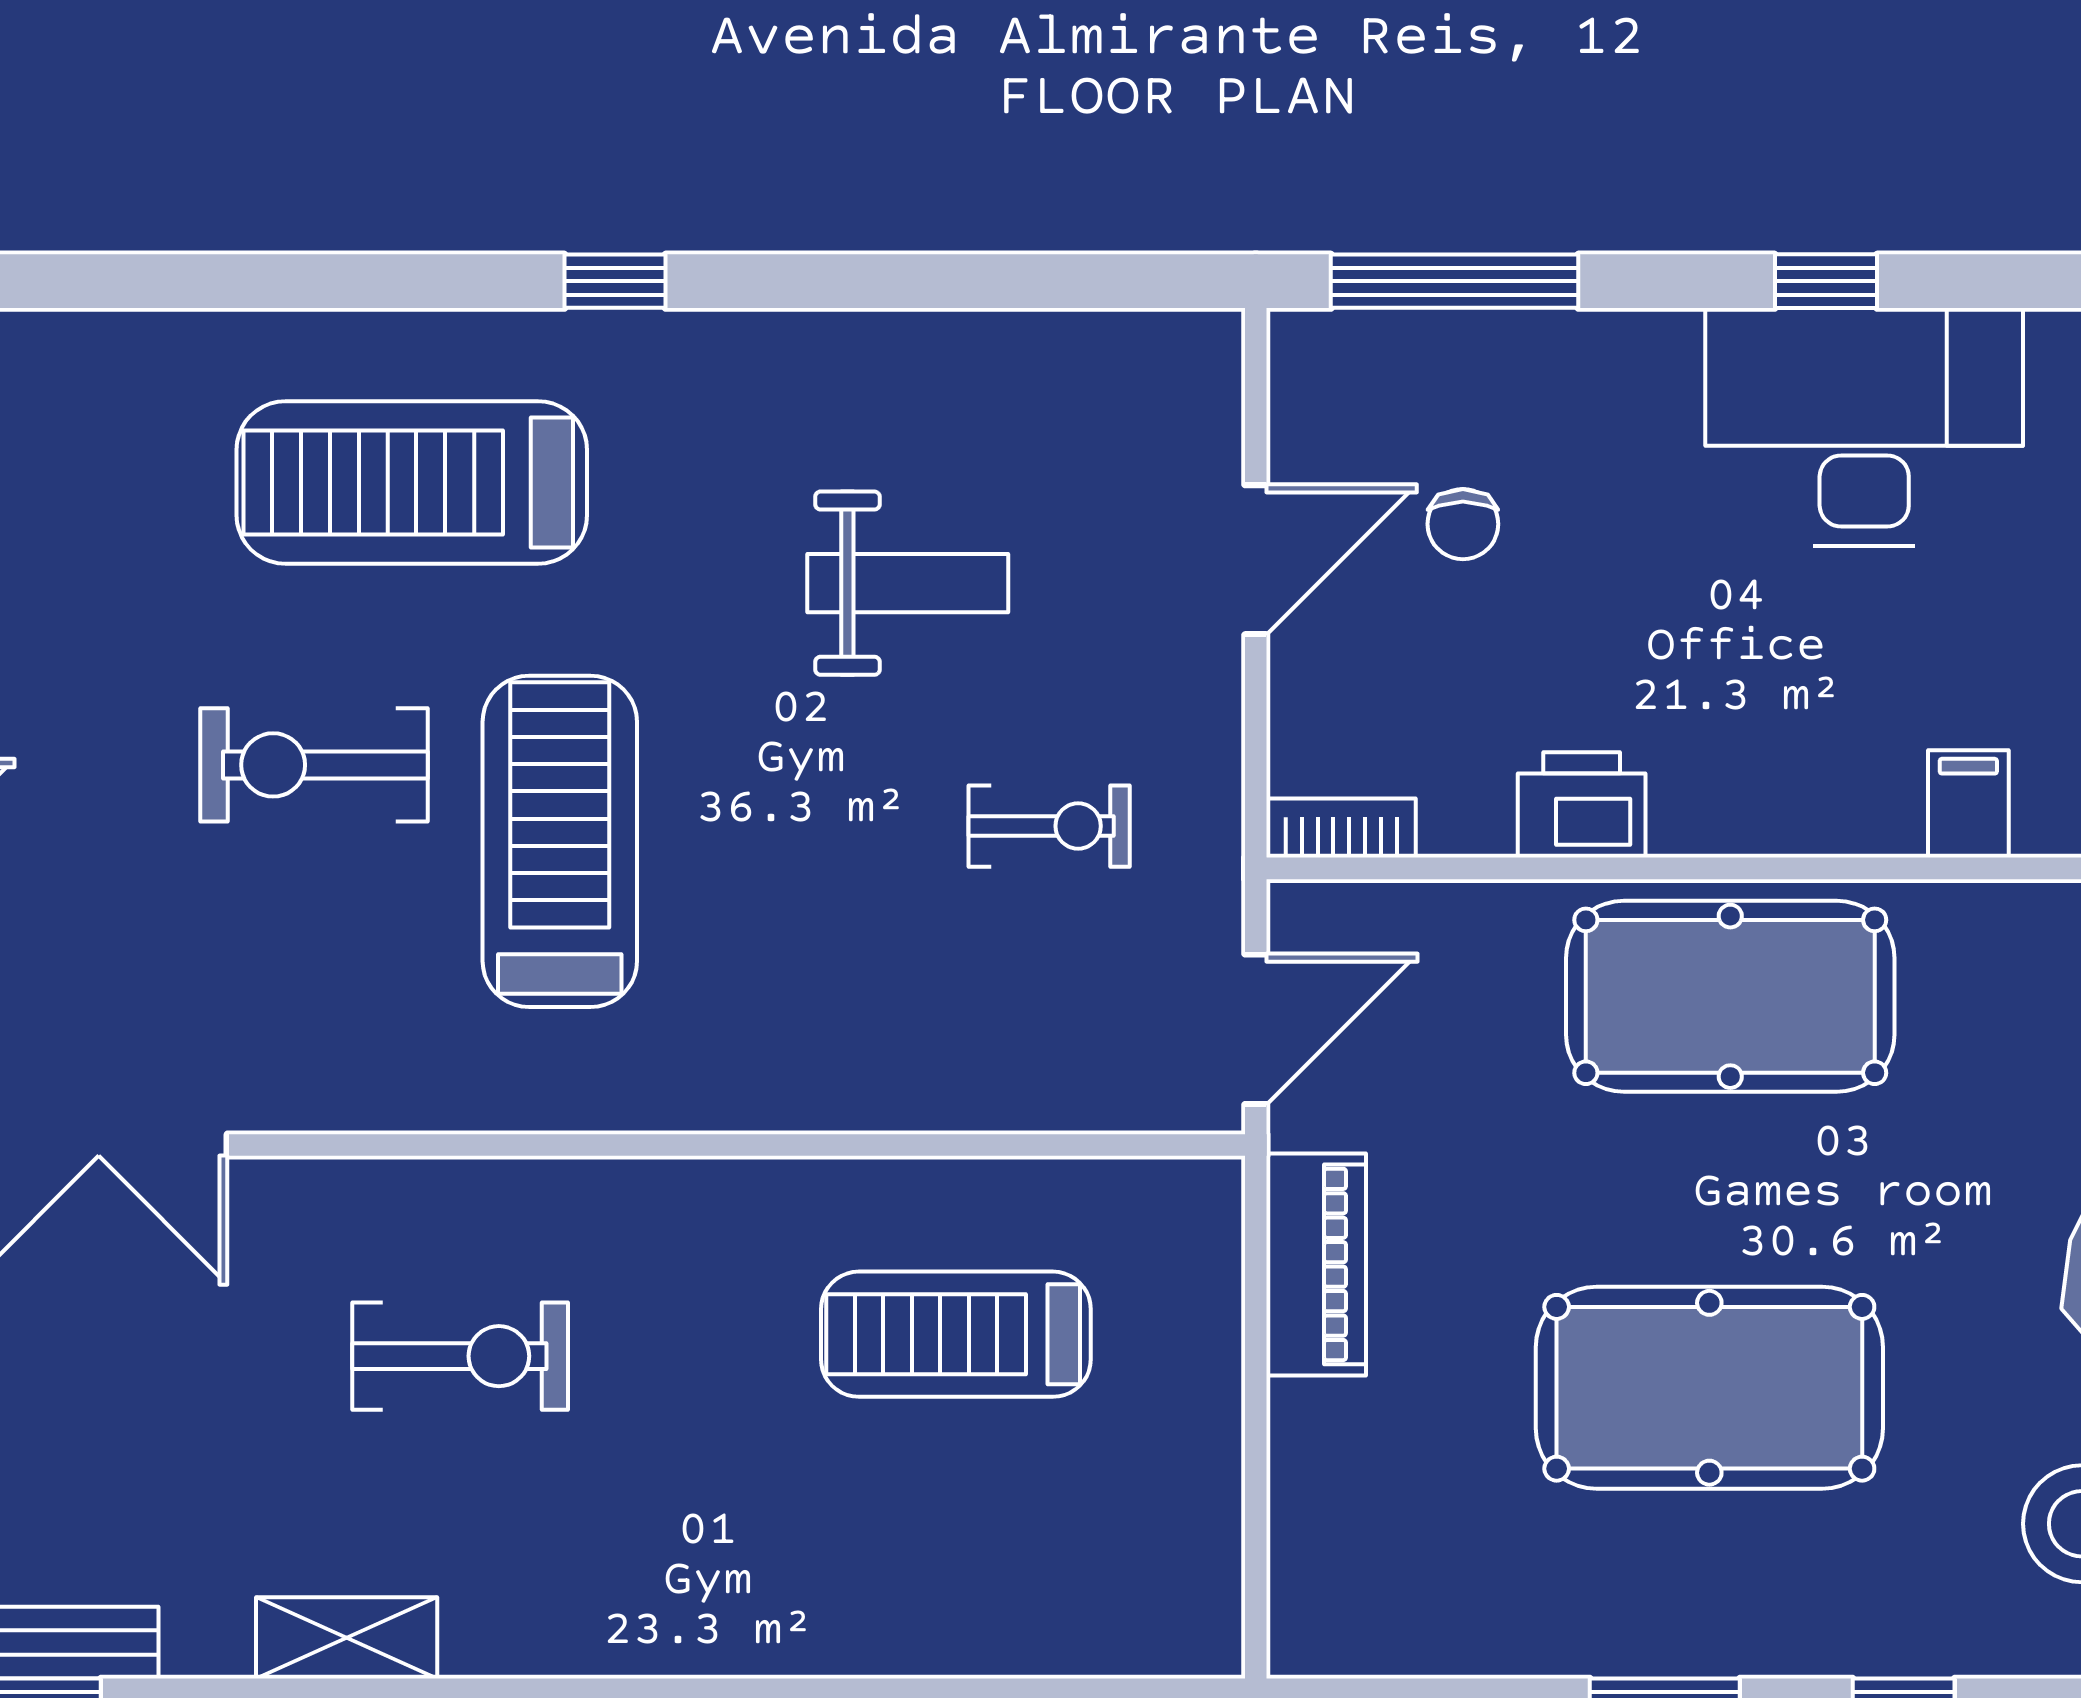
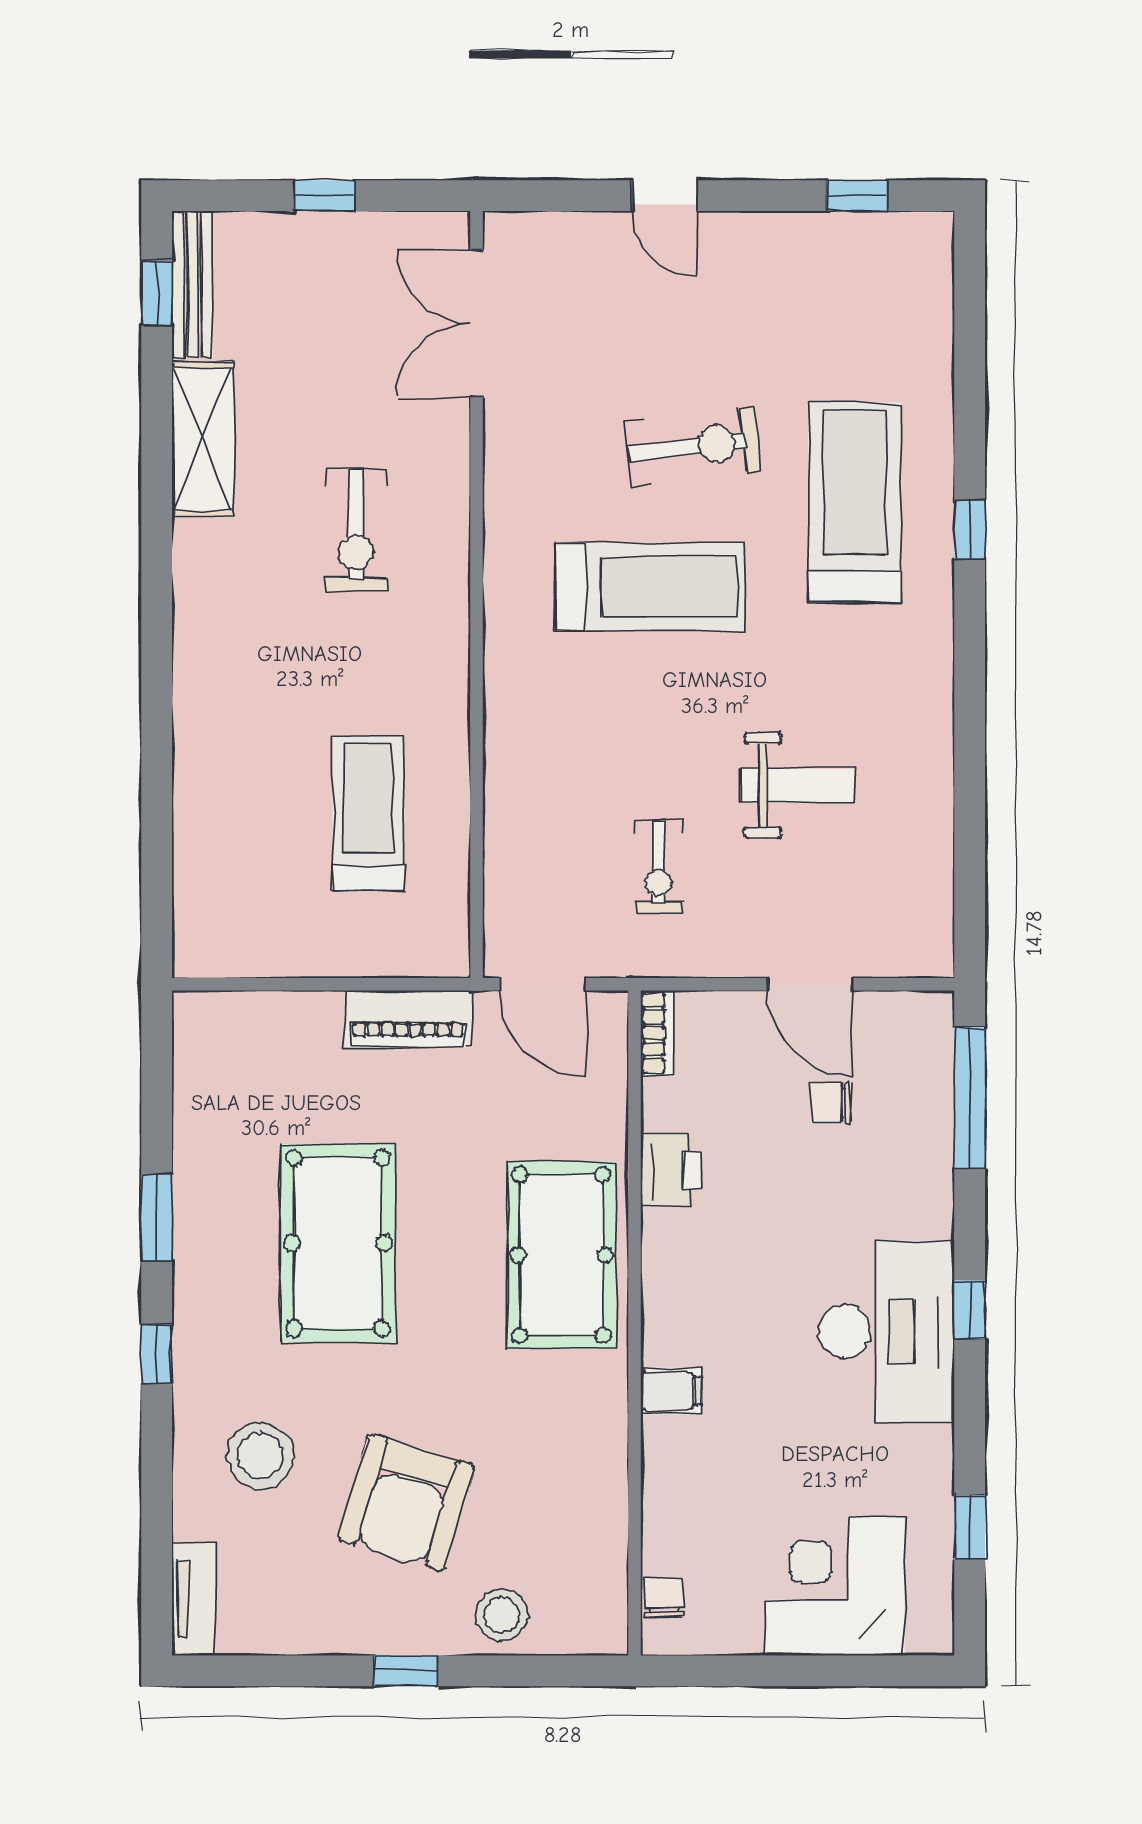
window: (615, 281) -> (970, 530), moved
weight bench: (908, 583) -> (797, 786), turned -90
exercise bike: (314, 765) -> (694, 447), turned 83
shelving: (347, 1638) -> (203, 439), width x1.50, depth x1.33

